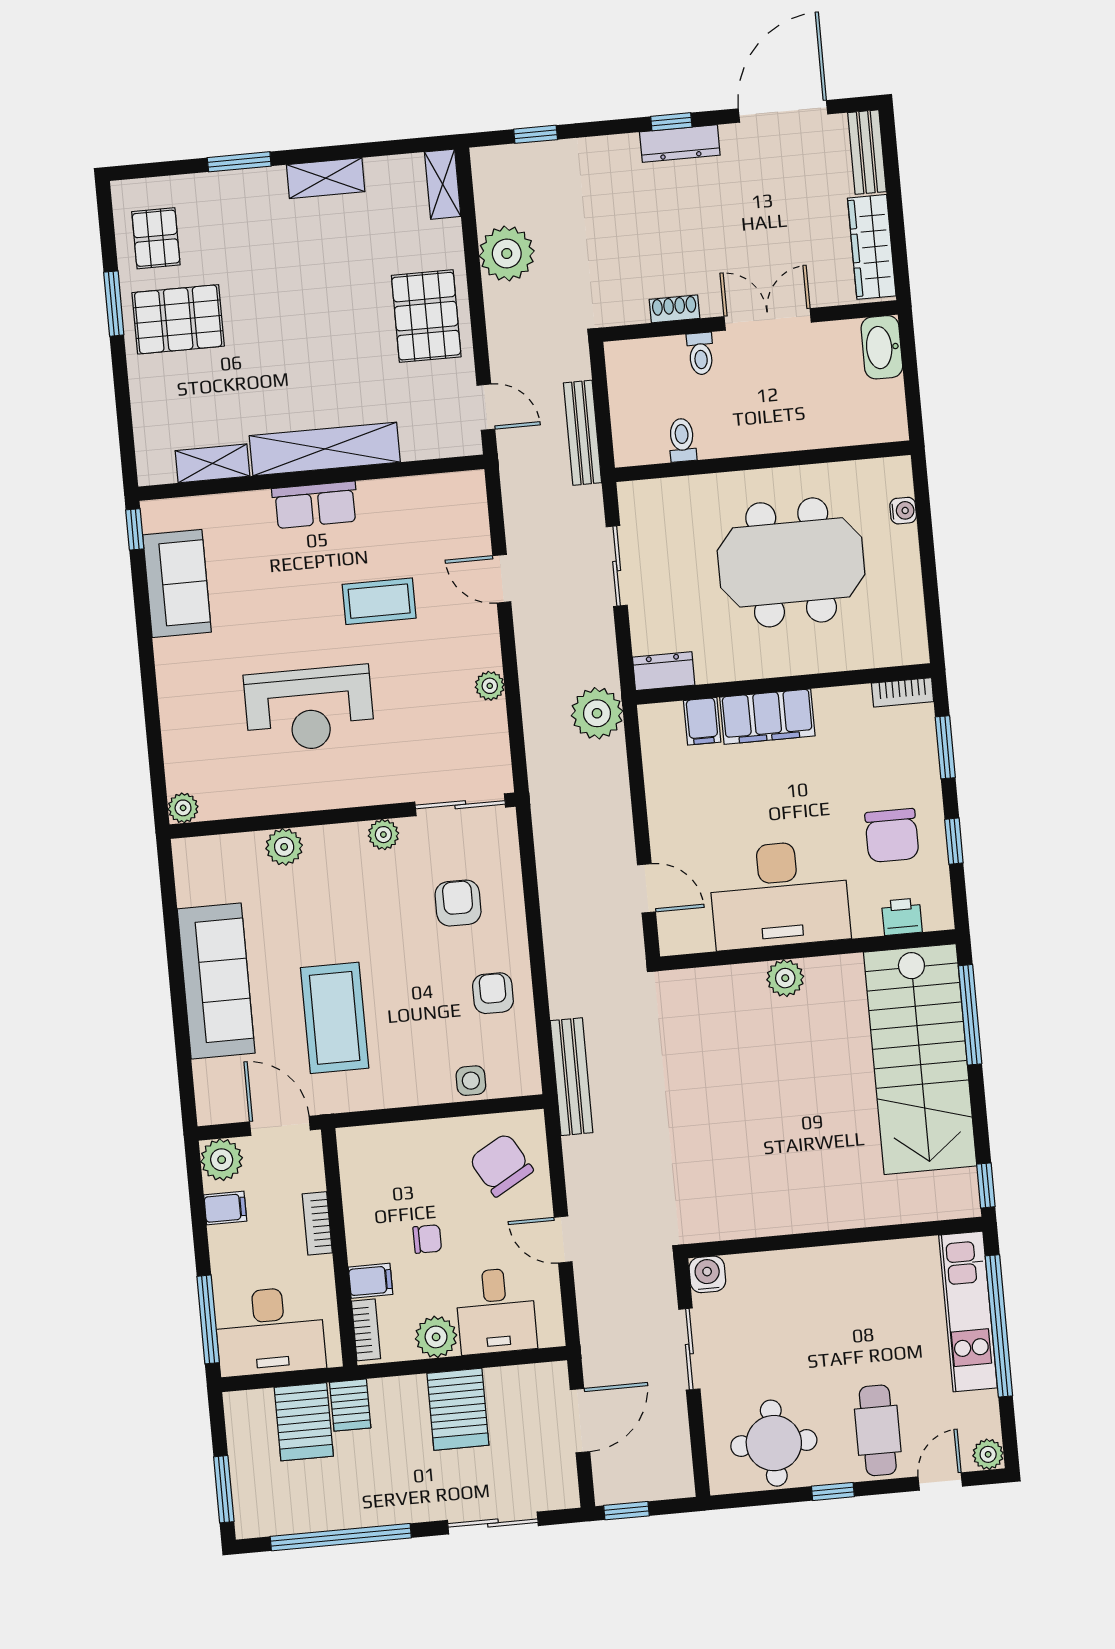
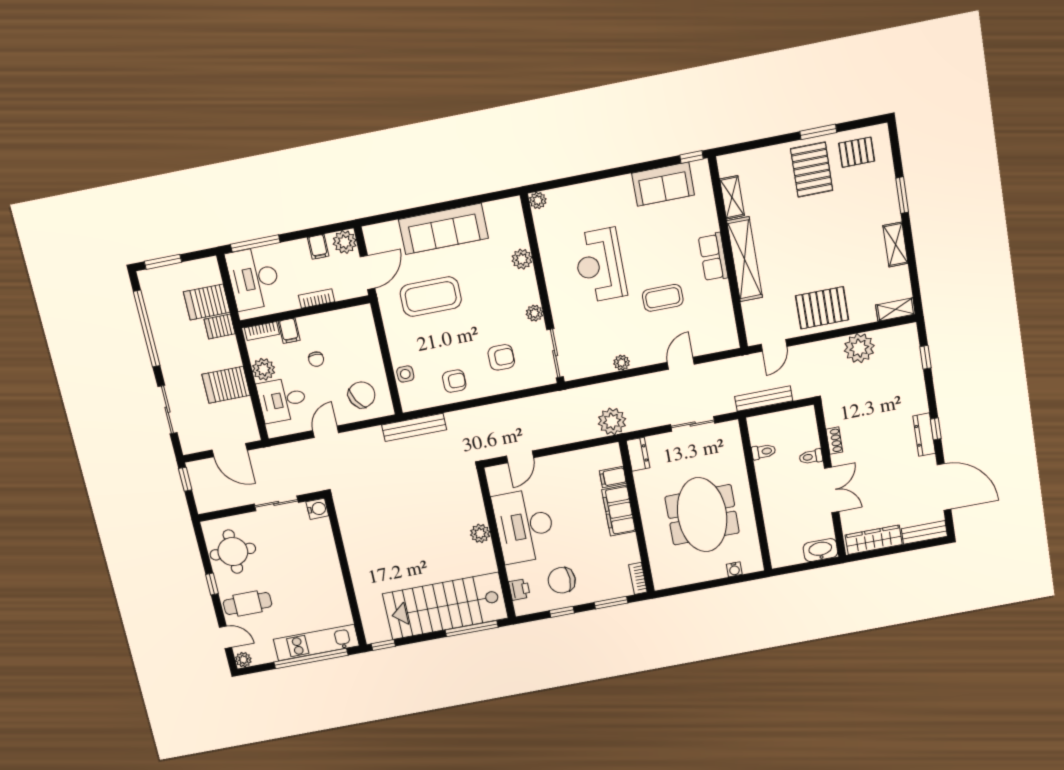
coffee table: (379, 601) -> (663, 298), turned 90

